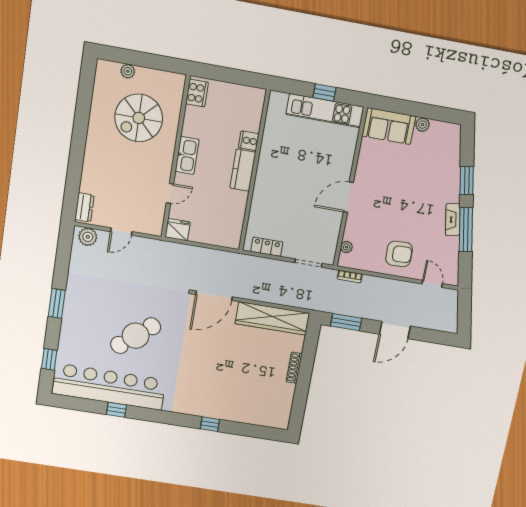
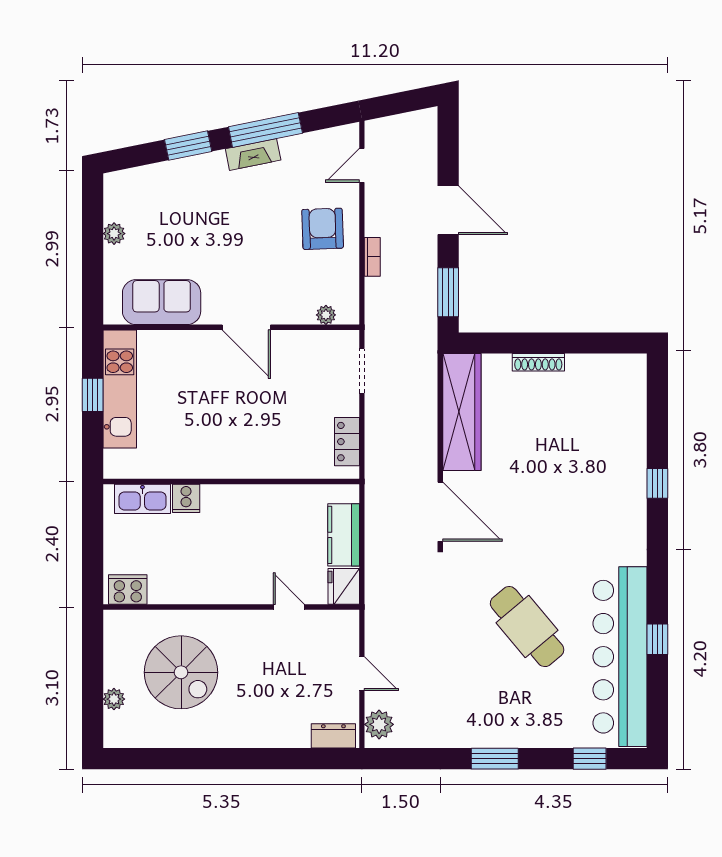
sofa: (389, 126) -> (162, 302), moved, turned -90
kitchen sink: (187, 155) -> (142, 499), moved, turned 180
kitchen counter: (243, 170) -> (344, 535), moved, turned 90
bookcase: (350, 276) -> (372, 257), moved

